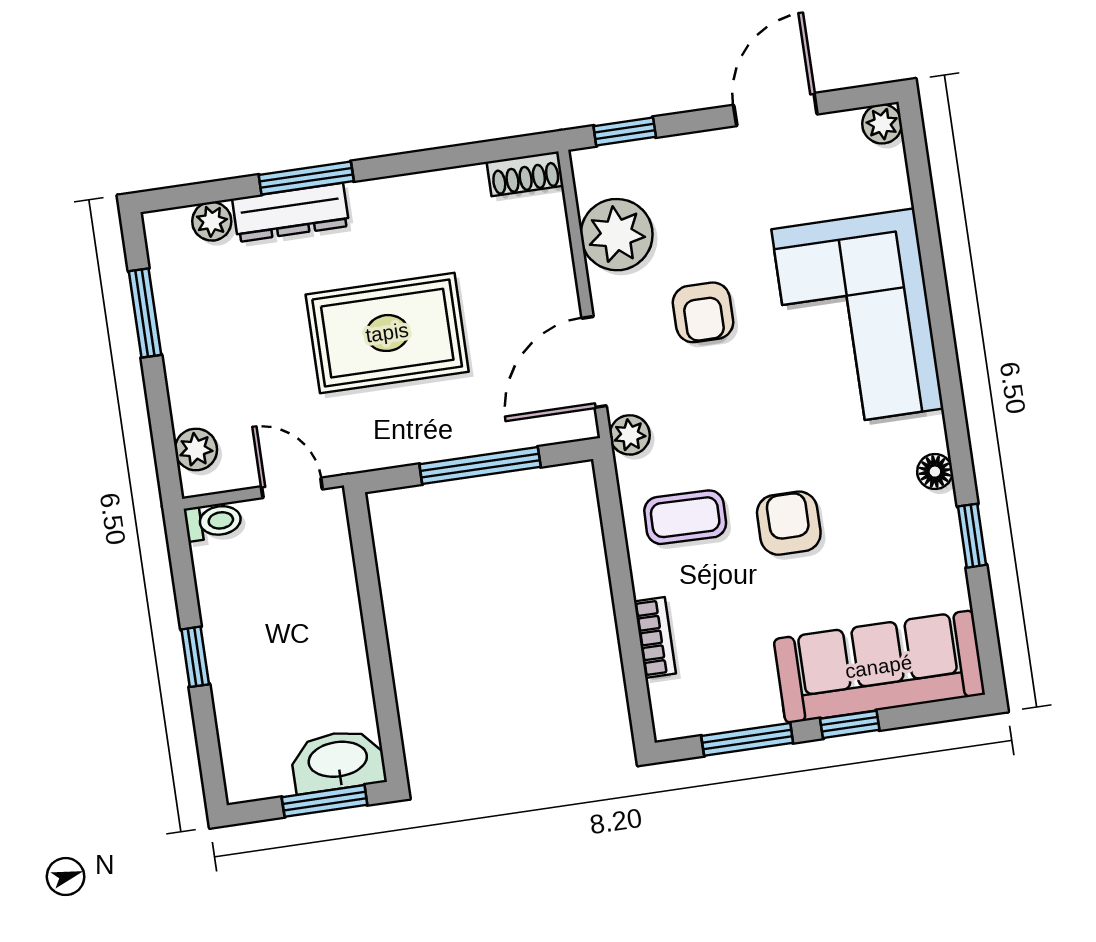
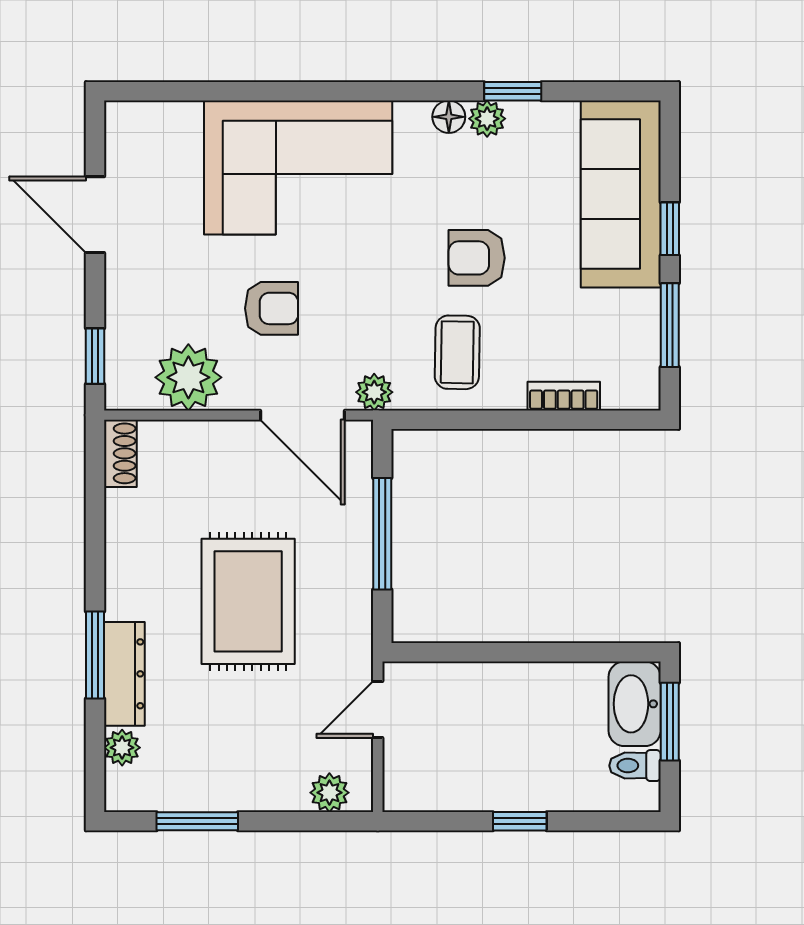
plant: (882, 124) -> (487, 119), moved
toilet: (213, 521) -> (635, 766), moved, turned -90

